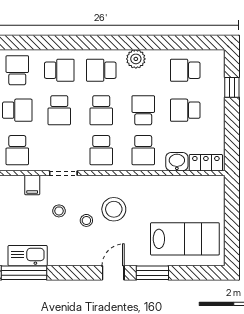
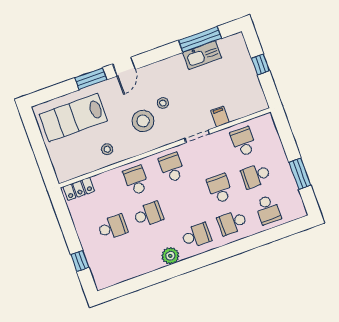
school desk: (185, 70) -> (125, 261), removed
school desk: (101, 110) -> (184, 201), removed
school desk: (143, 110) -> (148, 214), turned -90
washbasin: (177, 162) -> (104, 181), removed
stool: (59, 211) -> (107, 149), moved

